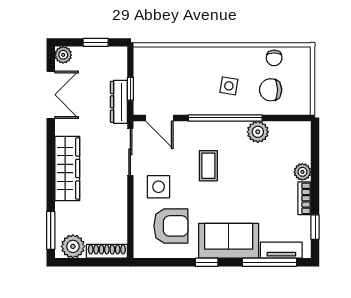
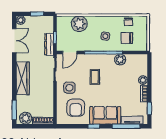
plant: (178, 62) -> (79, 24), added
door: (159, 118) -> (70, 53), hinge flipped
armchair: (171, 226) -> (76, 108), turned 90

